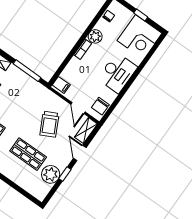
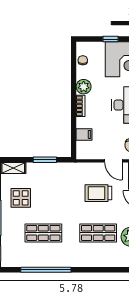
window: (27, 71) -> (45, 160), width x0.69
filing cabinet: (61, 85) -> (84, 134), moved
trolley: (49, 124) -> (98, 193), turned 117

